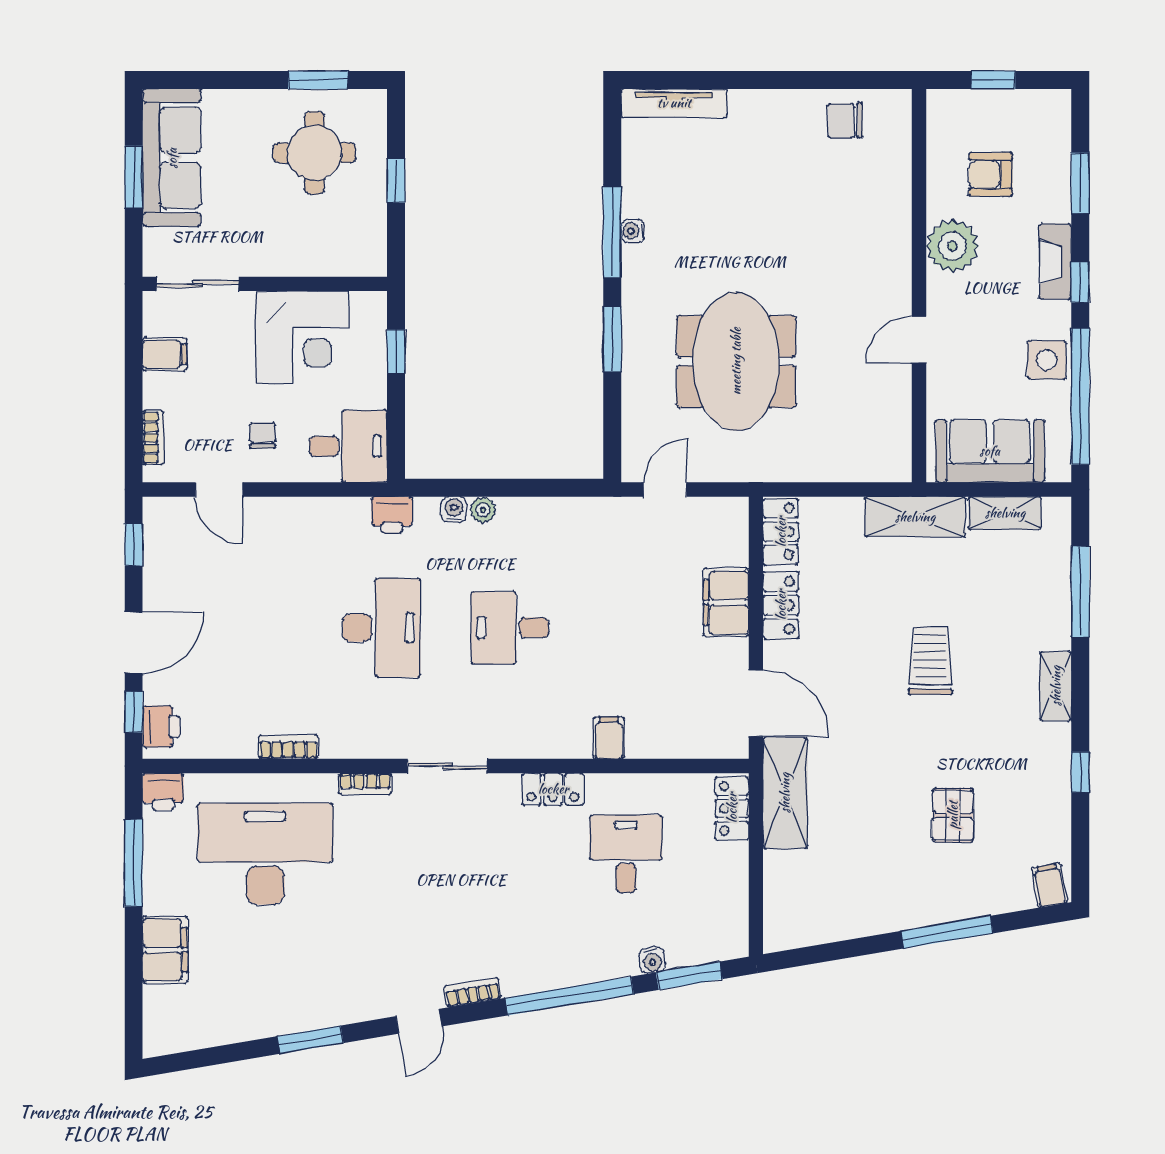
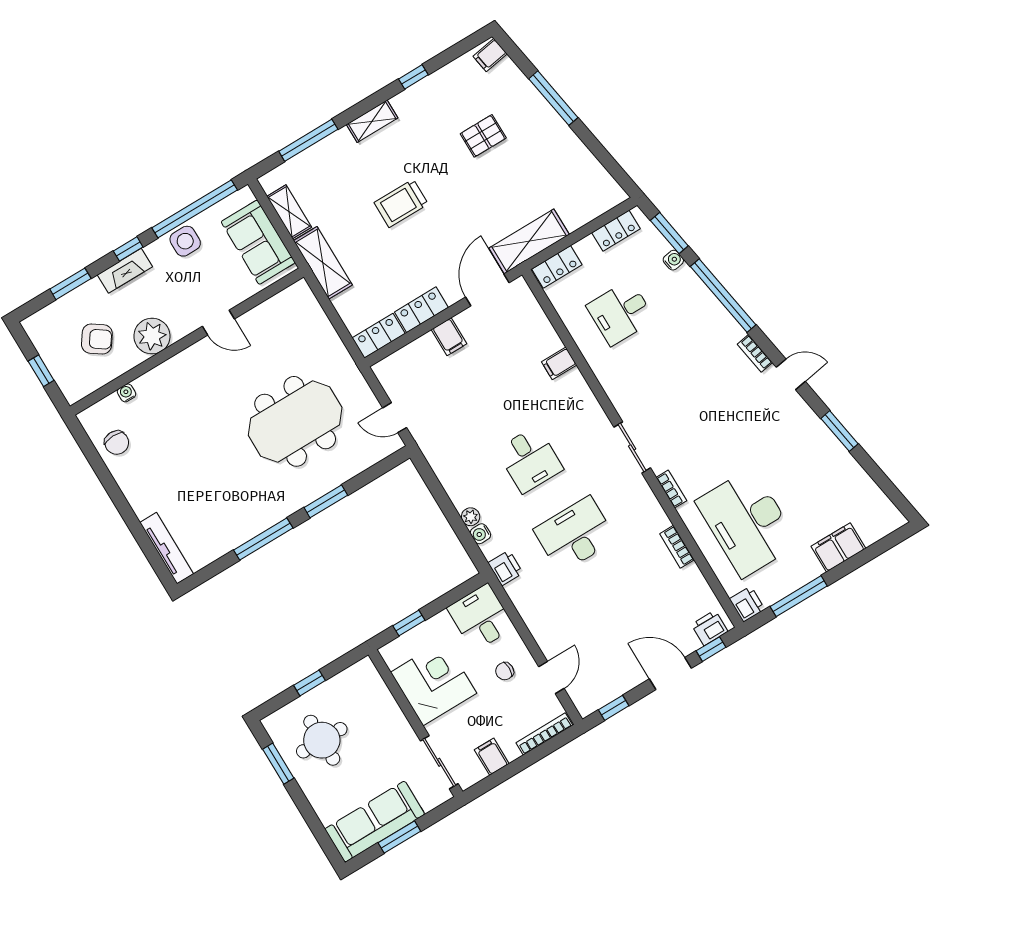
armchair: (991, 174) -> (97, 339), turned -55
water cooler: (633, 231) -> (127, 393), moved, turned 180
bookcase: (153, 438) -> (544, 734), width x1.56
filing cabinet: (726, 602) -> (449, 337), width x0.50
locker: (553, 789) -> (616, 231), moved, turned 90

